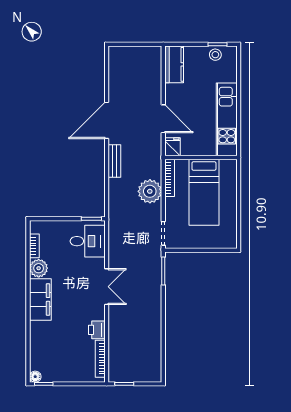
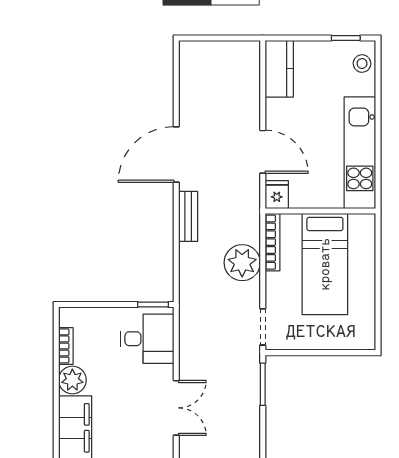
stool: (215, 55) -> (362, 64), moved

